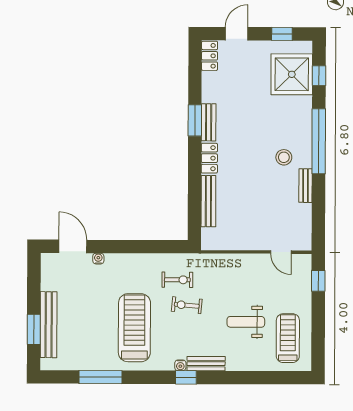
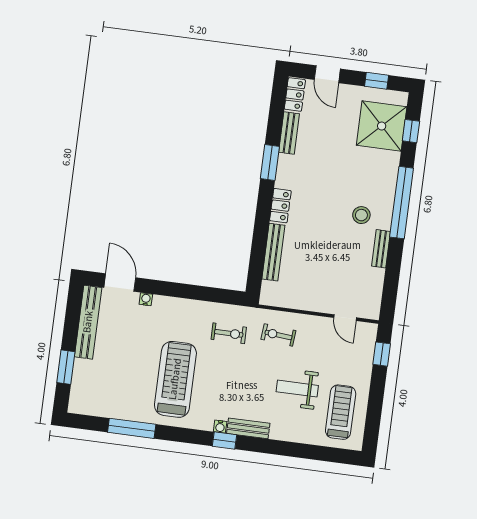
door: (237, 34) -> (327, 74), swing flipped
bench: (209, 122) -> (289, 133), moved
exercise bike: (187, 305) -> (278, 335), moved
bench: (49, 325) -> (88, 322), moved

